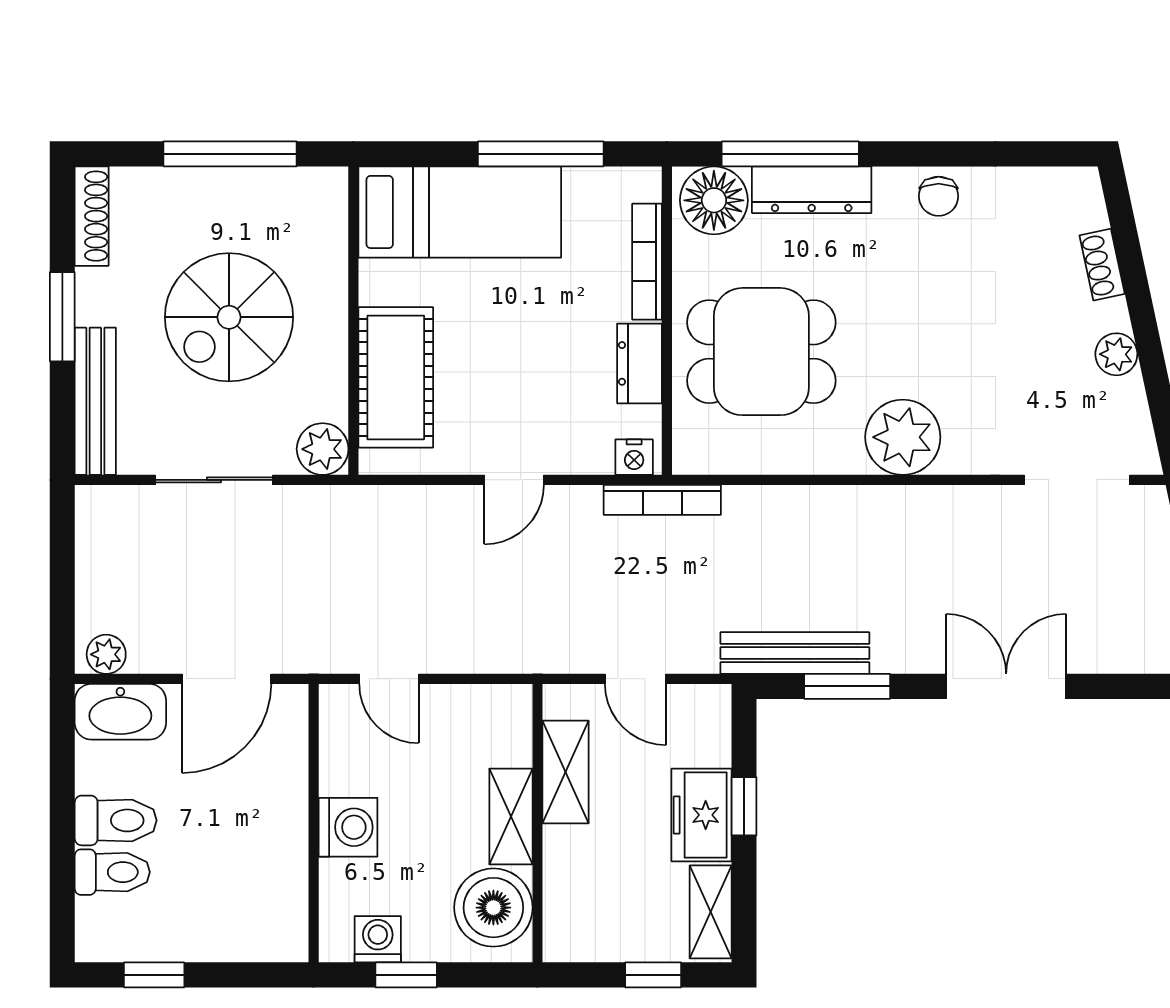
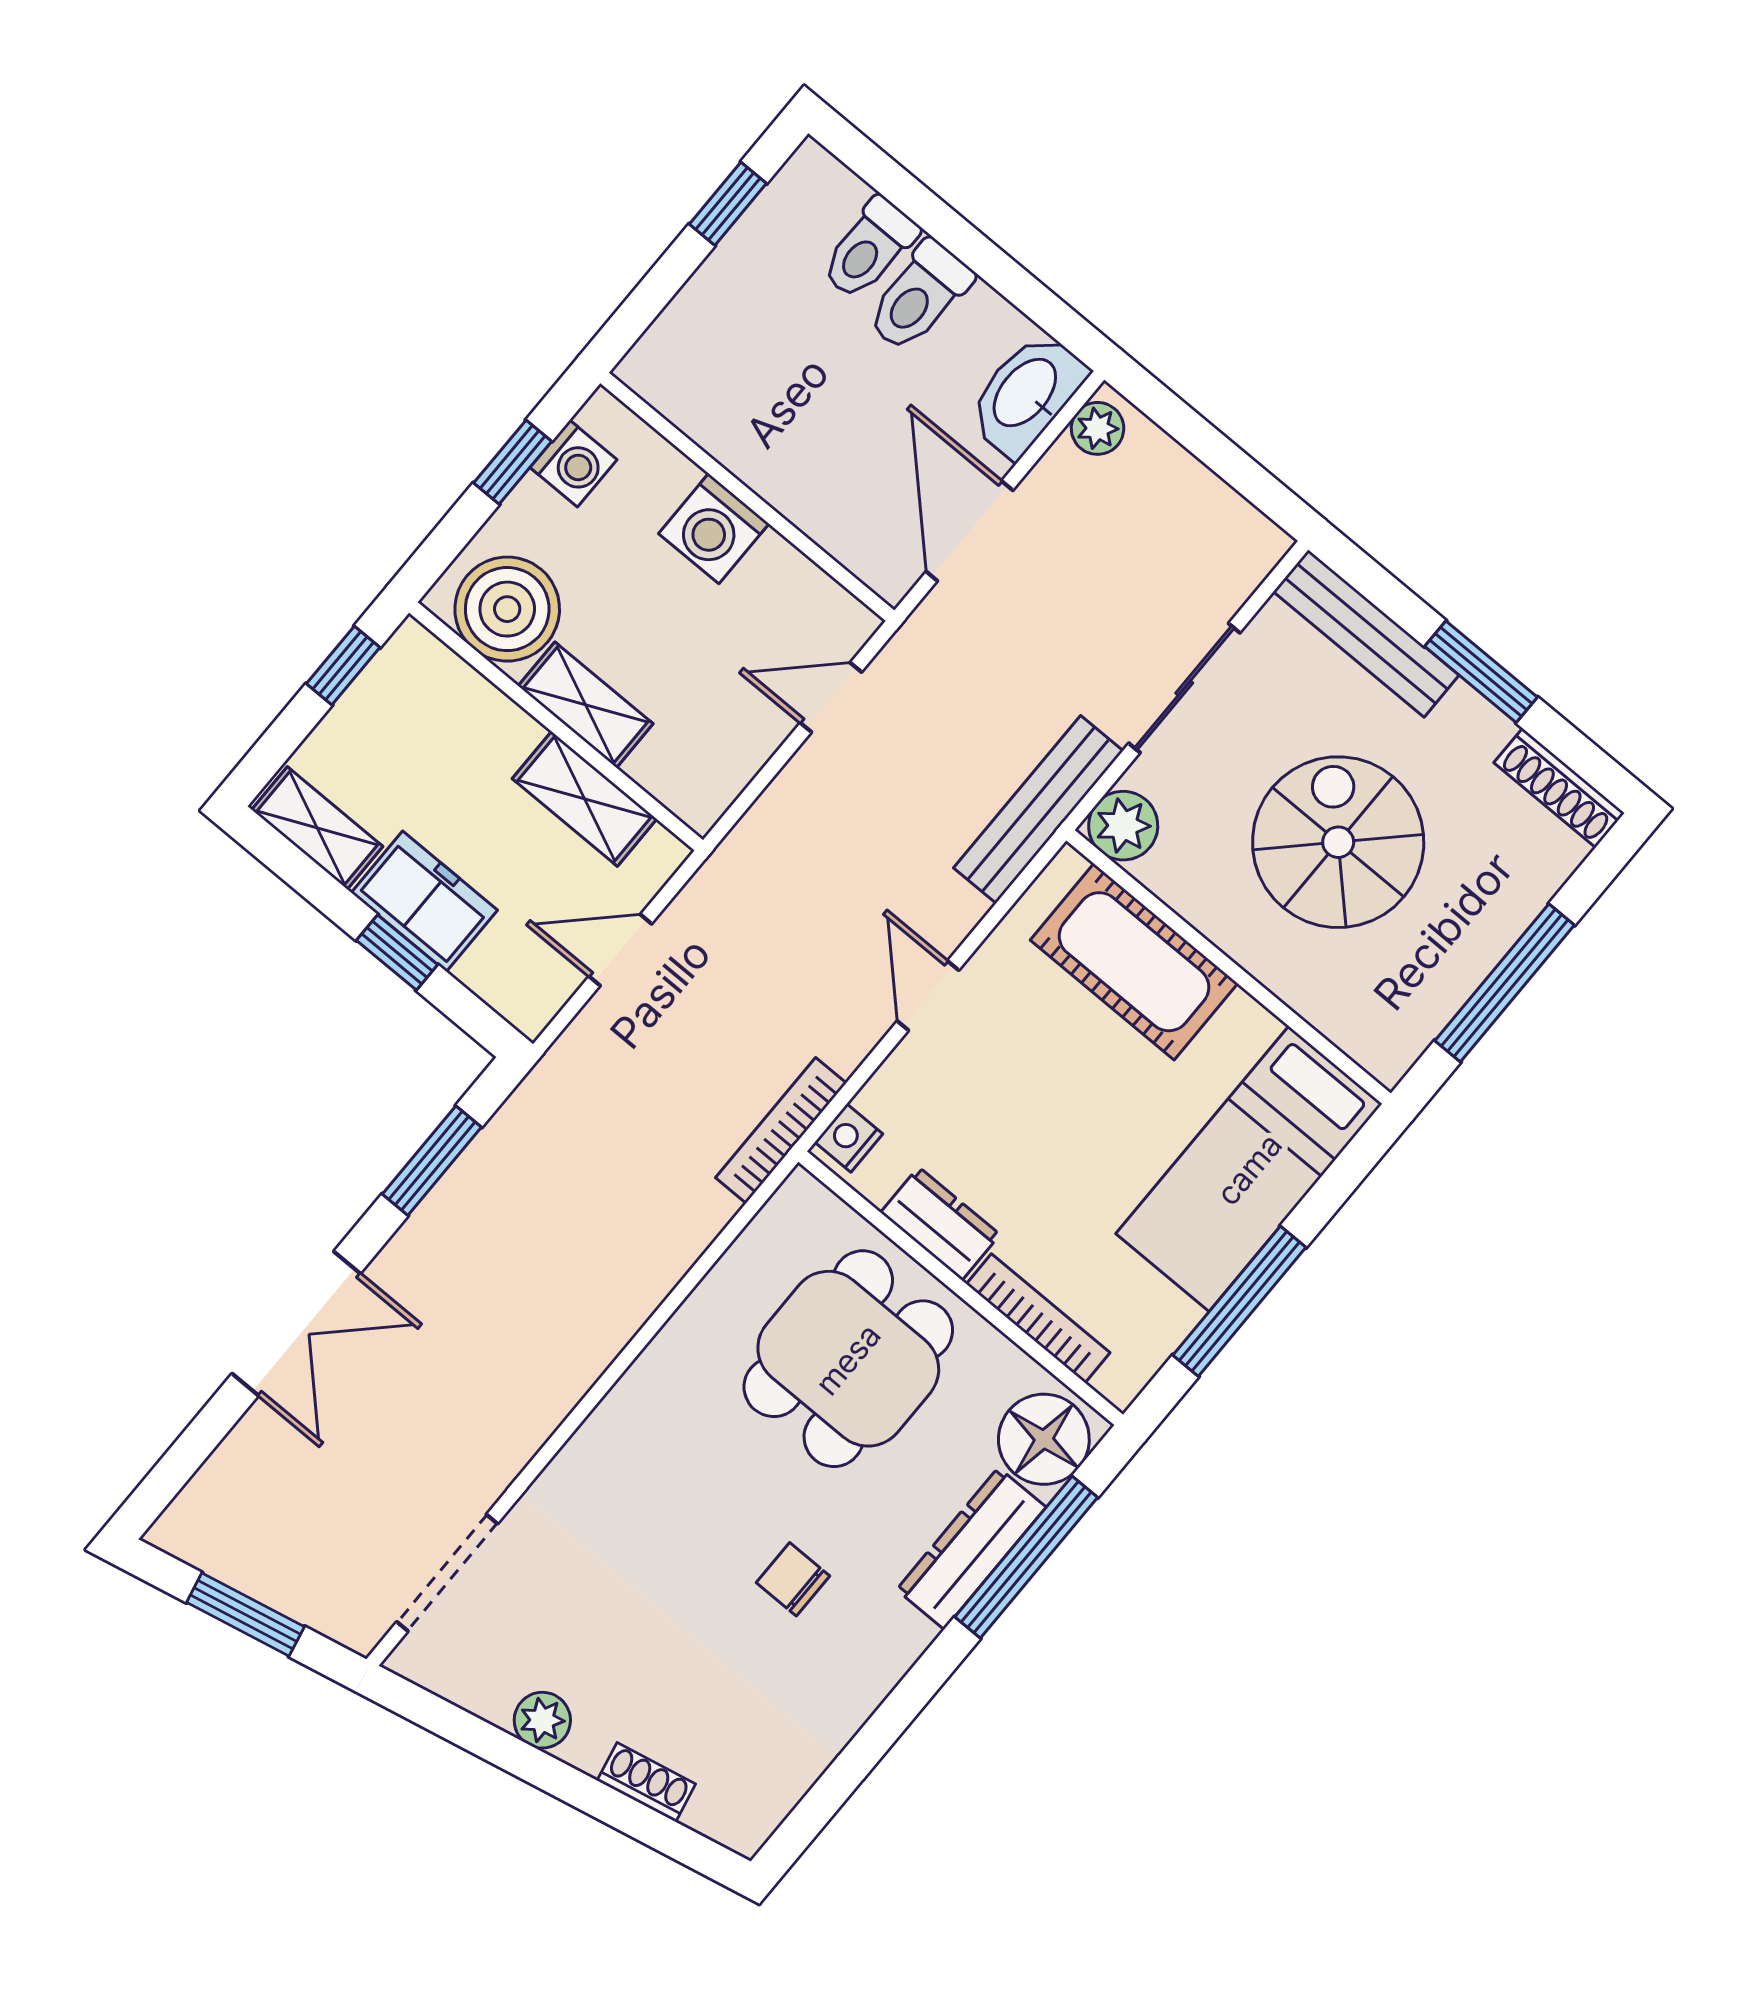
chair: (939, 196) -> (793, 1579), moved
plant: (903, 437) -> (640, 1431), removed
bench: (795, 653) -> (1038, 809), moved
window: (653, 975) -> (343, 666), moved

